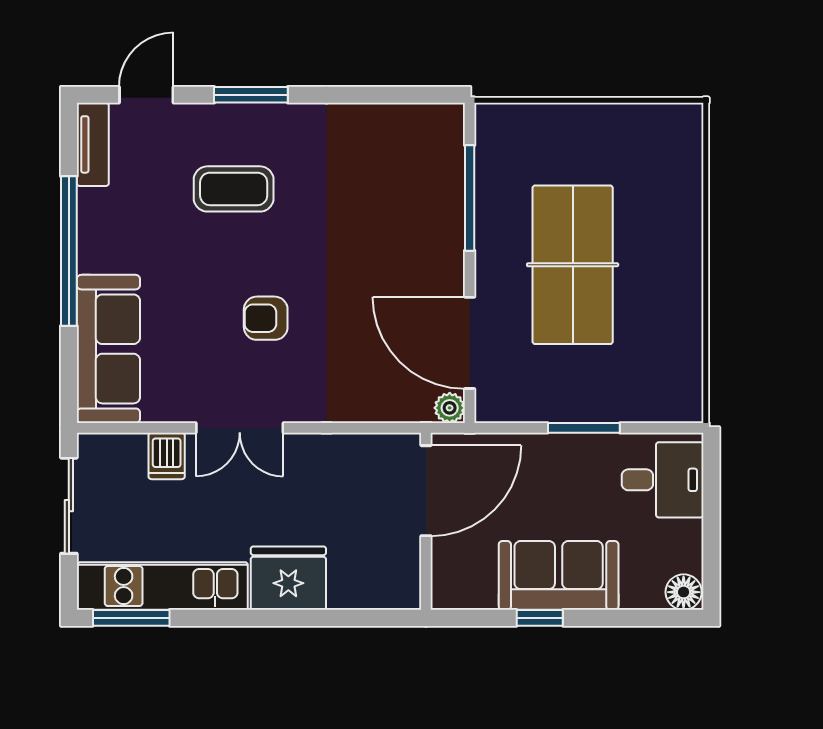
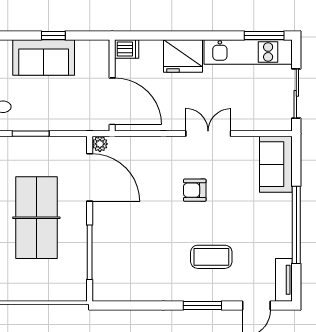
armchair: (266, 318) -> (195, 190), turned 180
sofa: (108, 349) -> (276, 164), width x0.73
dishwasher: (167, 456) -> (127, 49), moved, turned 90
door: (426, 491) -> (112, 101), swing flipped

